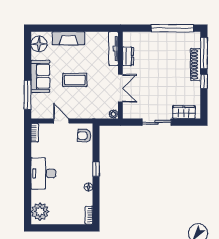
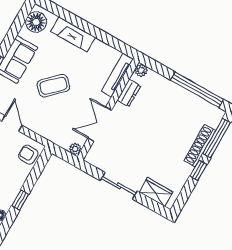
plant: (128, 36) -> (141, 70), added
coffee table: (75, 80) -> (53, 86), turned -44
double door: (120, 88) -> (100, 124), swing flipped

